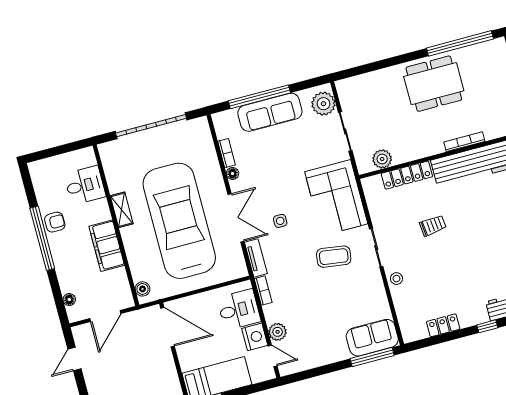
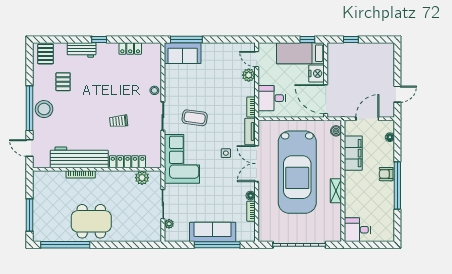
plant: (323, 104) -> (169, 224), width x0.53, depth x0.53
desk: (85, 185) -> (357, 230), moved
armchair: (55, 222) -> (386, 174), moved
filing cabinet: (107, 246) -> (353, 153), moved
nightstand: (255, 337) -> (316, 73), moved, turned 180

